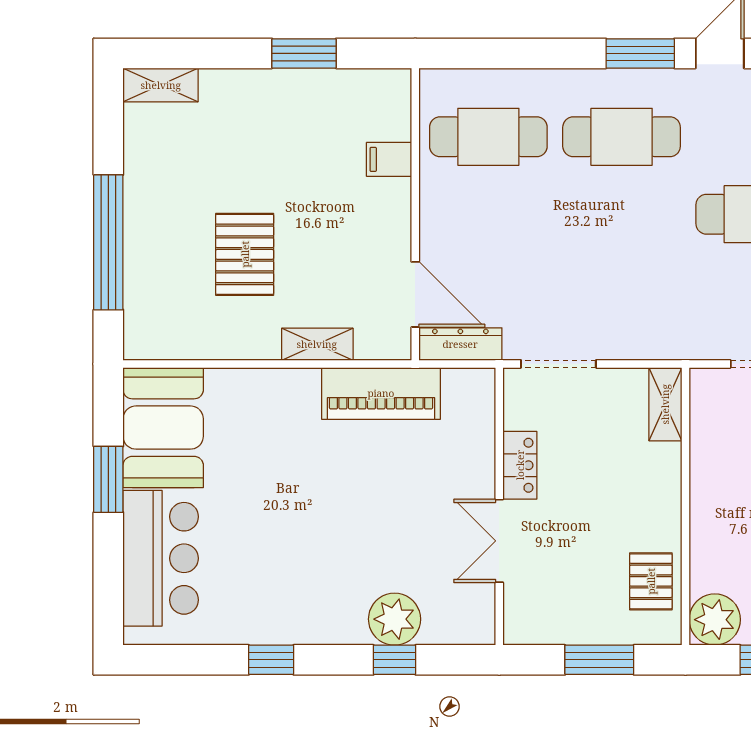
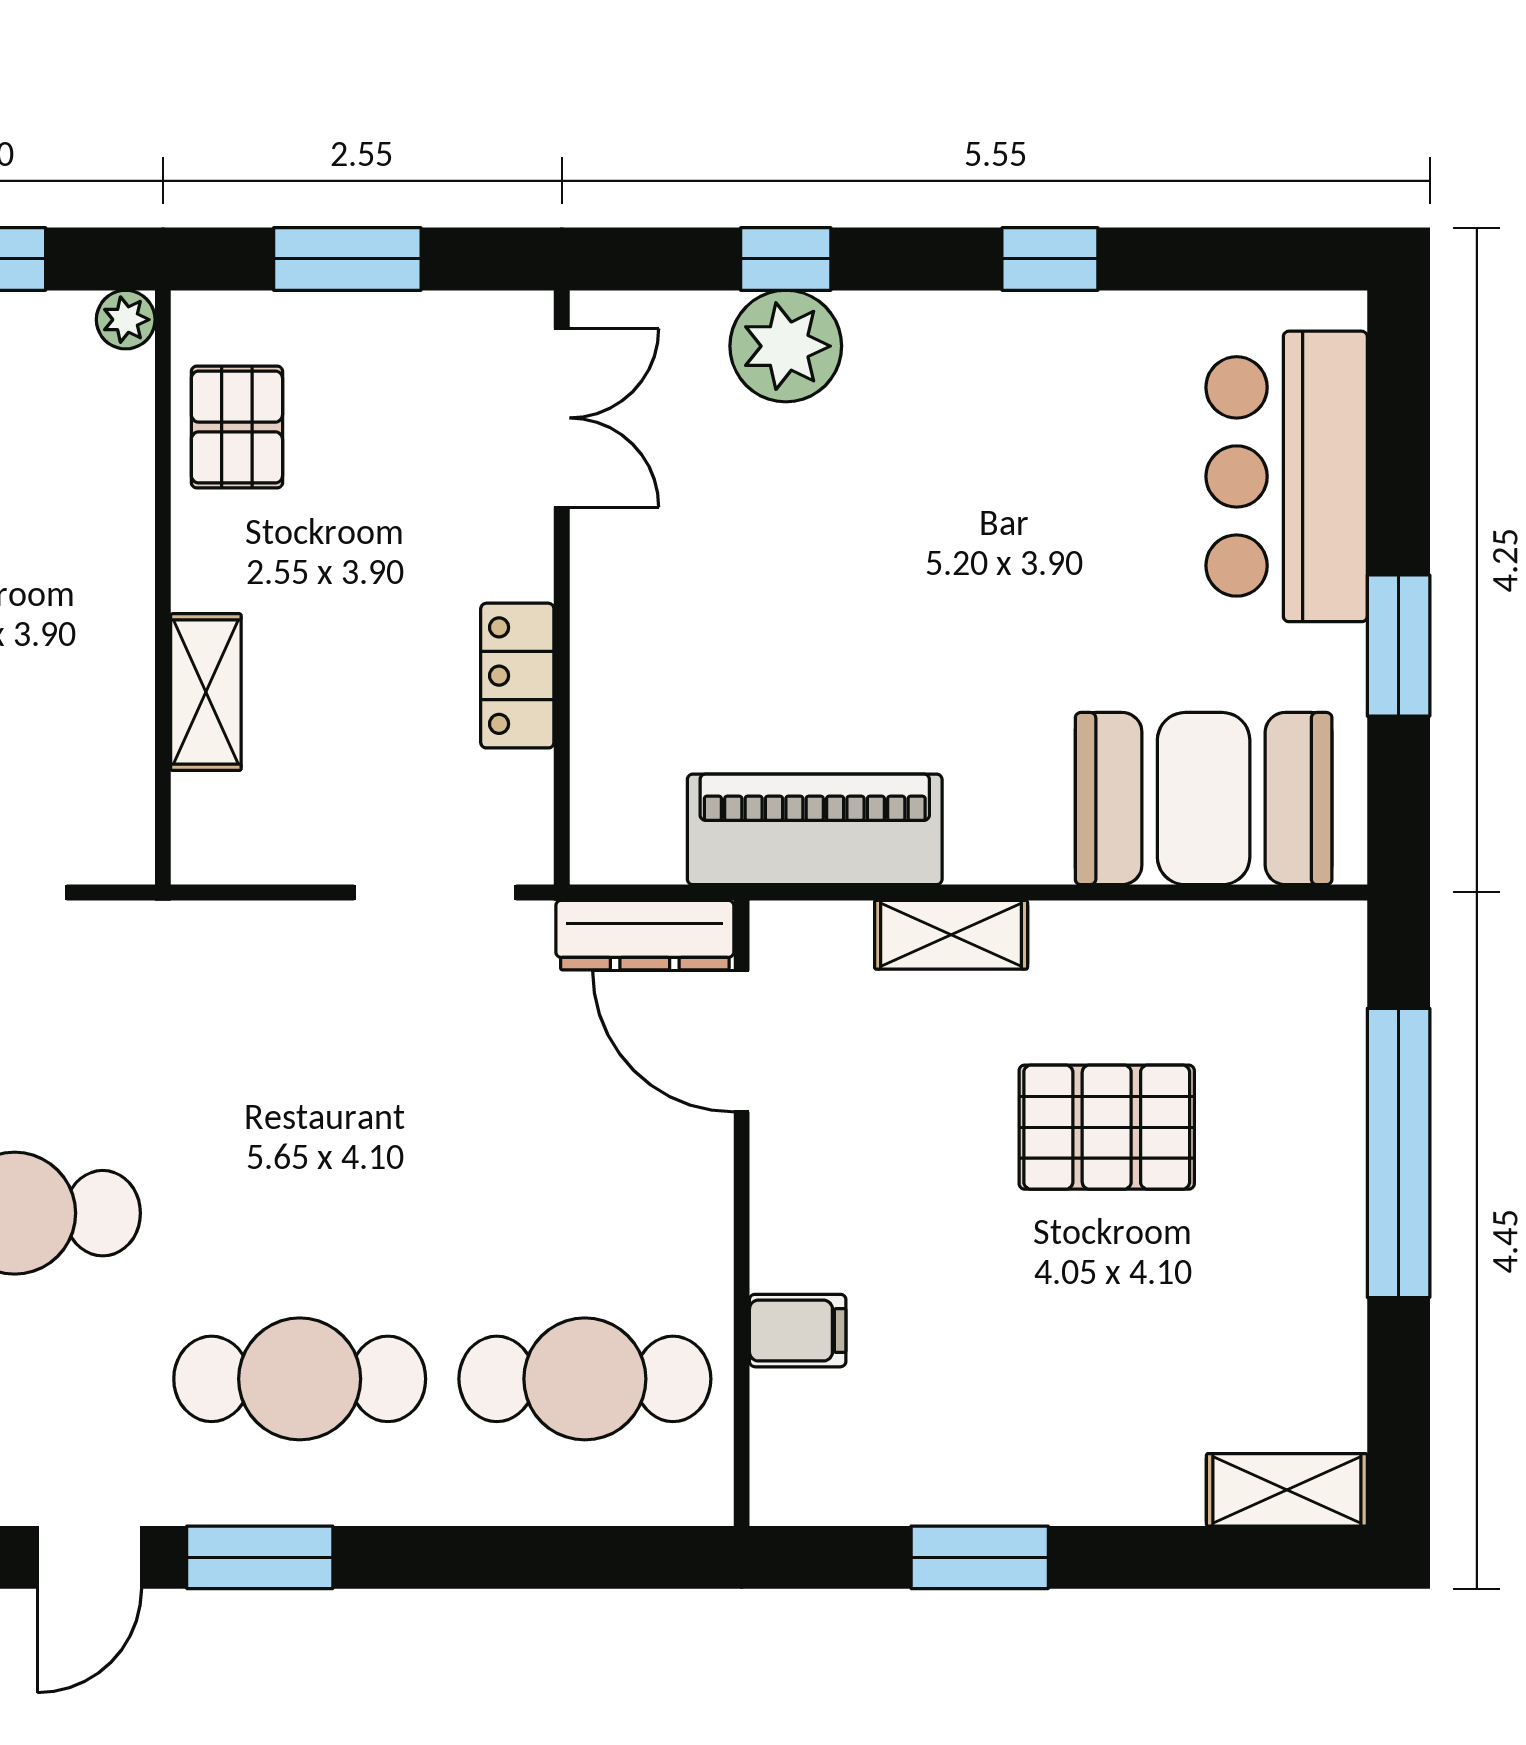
pallet: (245, 254) -> (1107, 1127), turned 90
shelving: (665, 404) -> (206, 692), moved
booth: (163, 428) -> (1204, 799), moved, turned 90
double door: (499, 541) -> (562, 418), moved
plant: (715, 620) -> (126, 320), width x0.53, depth x0.53

